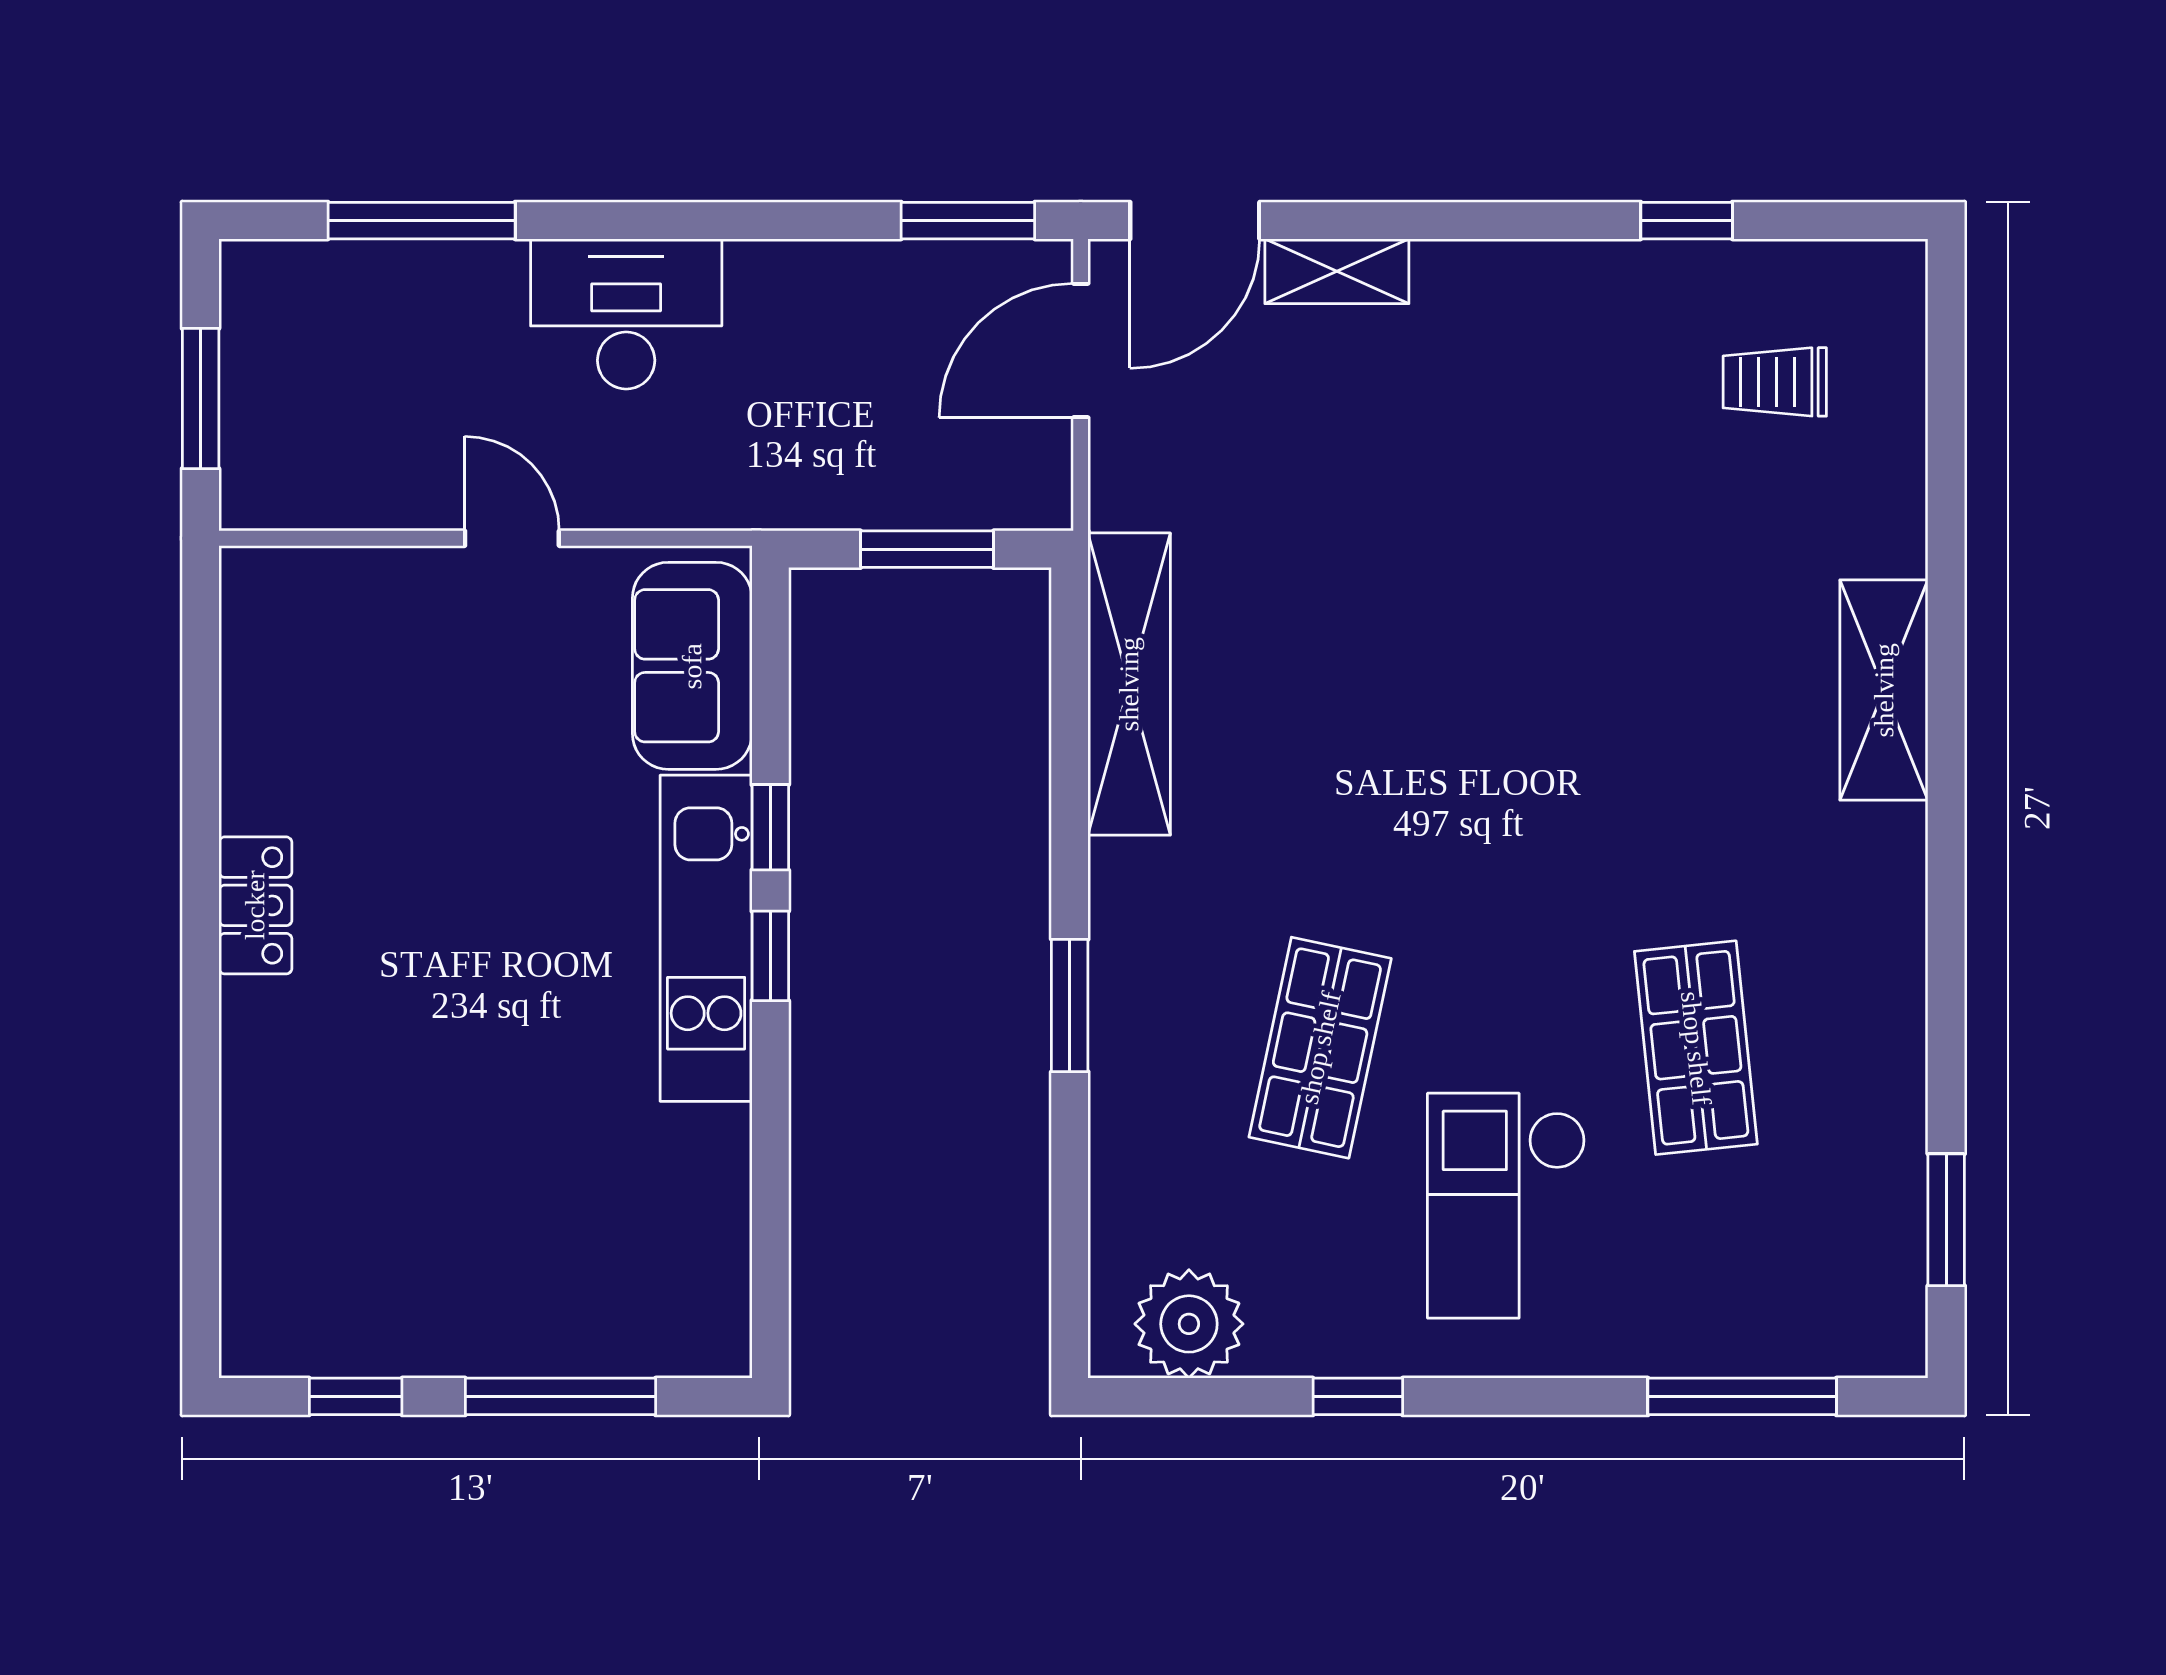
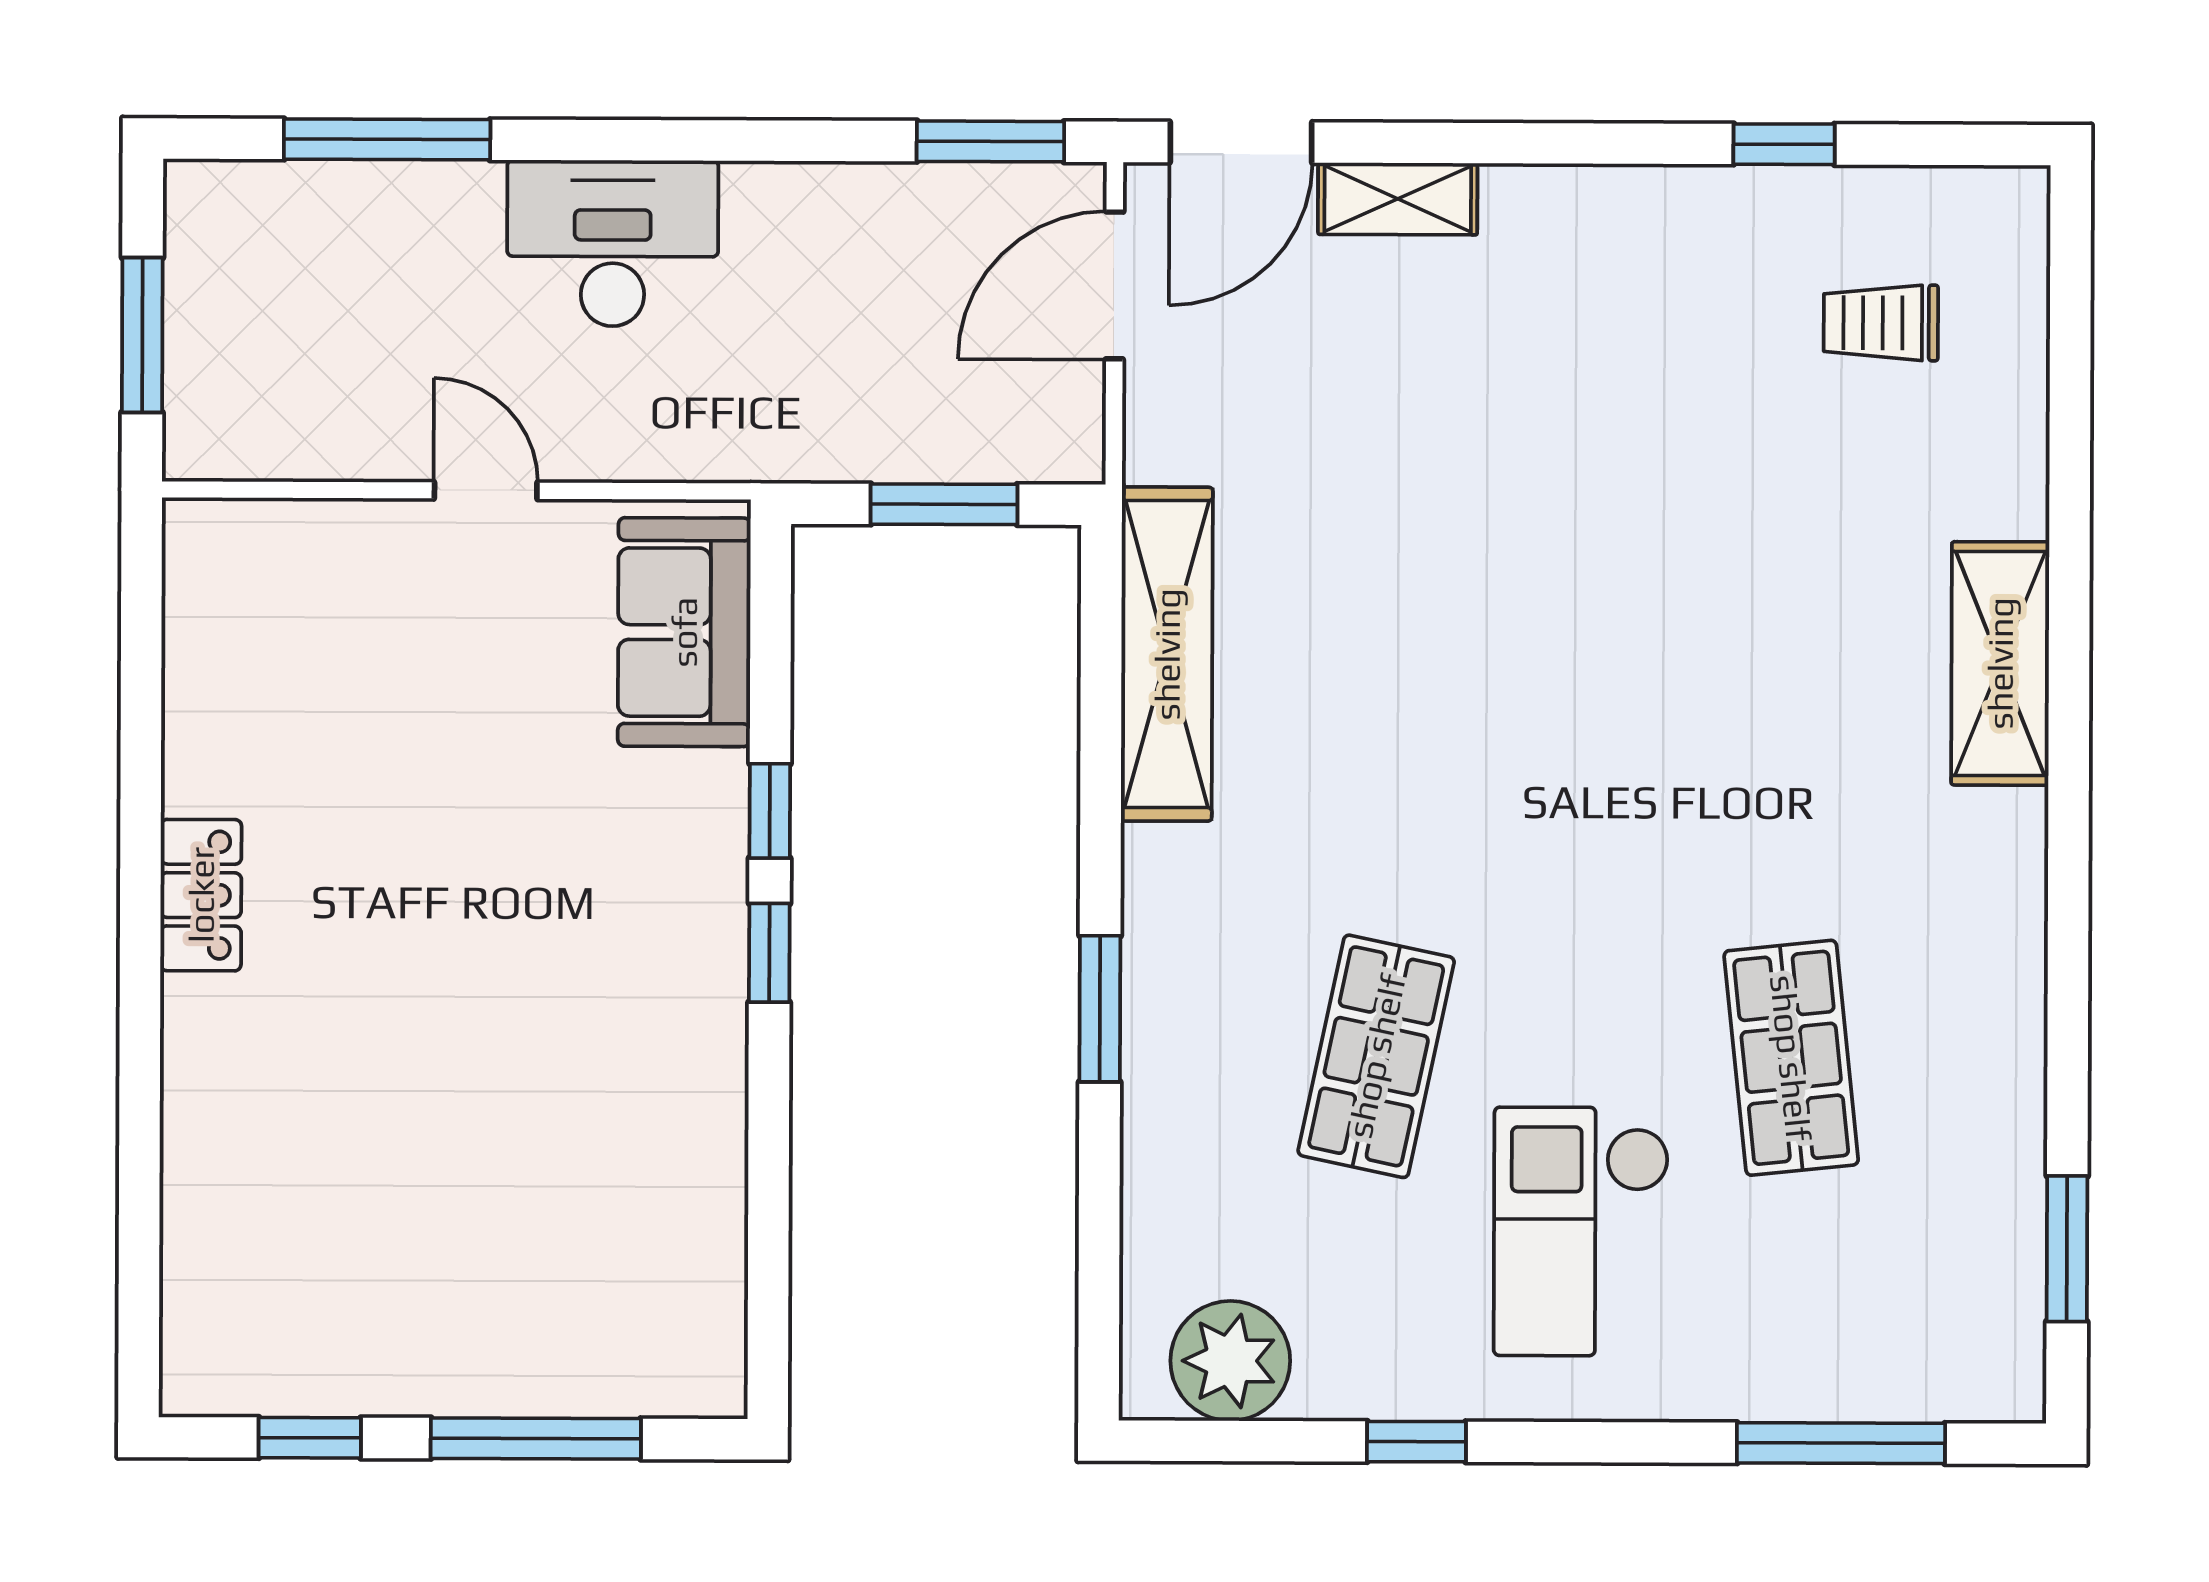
kitchen unit: (706, 938) -> (698, 933), removed

